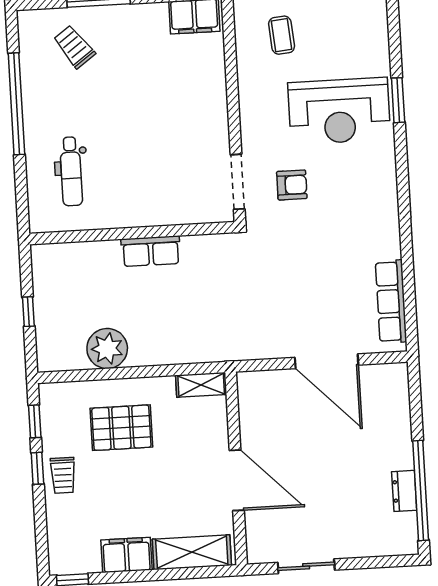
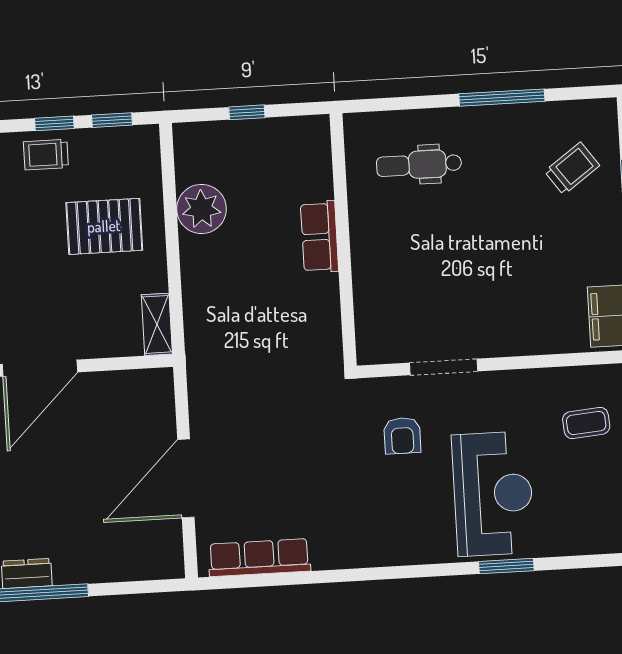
window: (16, 104) -> (502, 98), width x0.68
reception desk: (339, 111) -> (493, 494), turned 180
doorway: (238, 182) -> (444, 367), moved
row of seats: (151, 251) -> (319, 237), moved
pallet: (121, 428) -> (104, 226), turned 90

